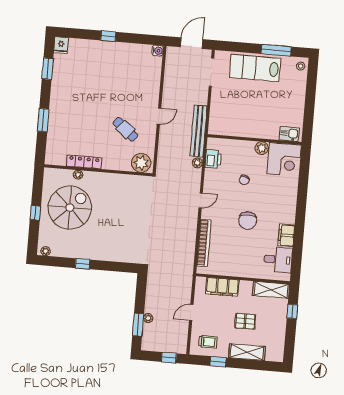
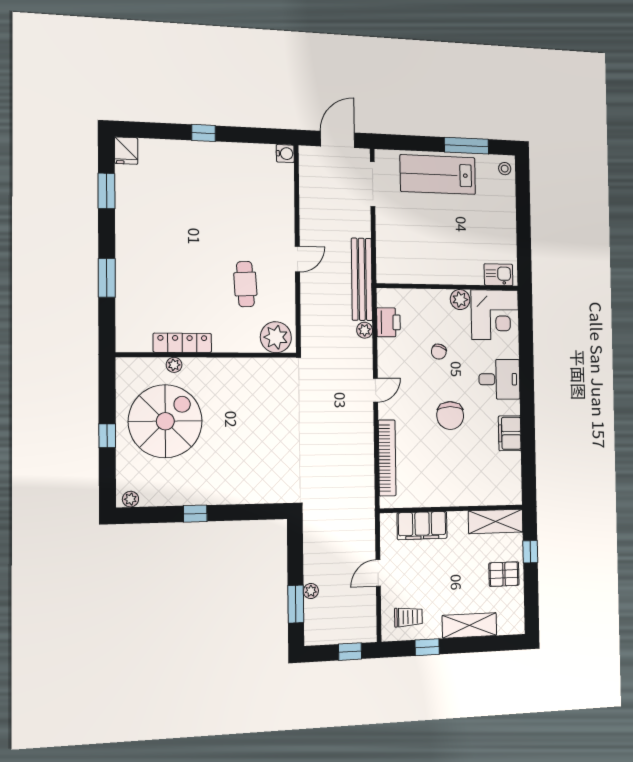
cafe table: (125, 129) -> (245, 284), turned 48
desk: (278, 260) -> (499, 379), moved
pallet: (245, 321) -> (504, 574), moved

